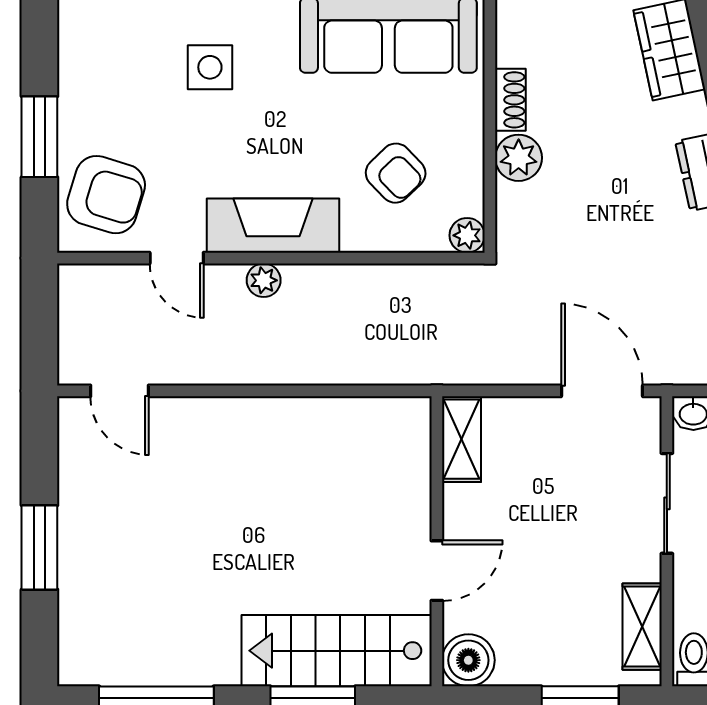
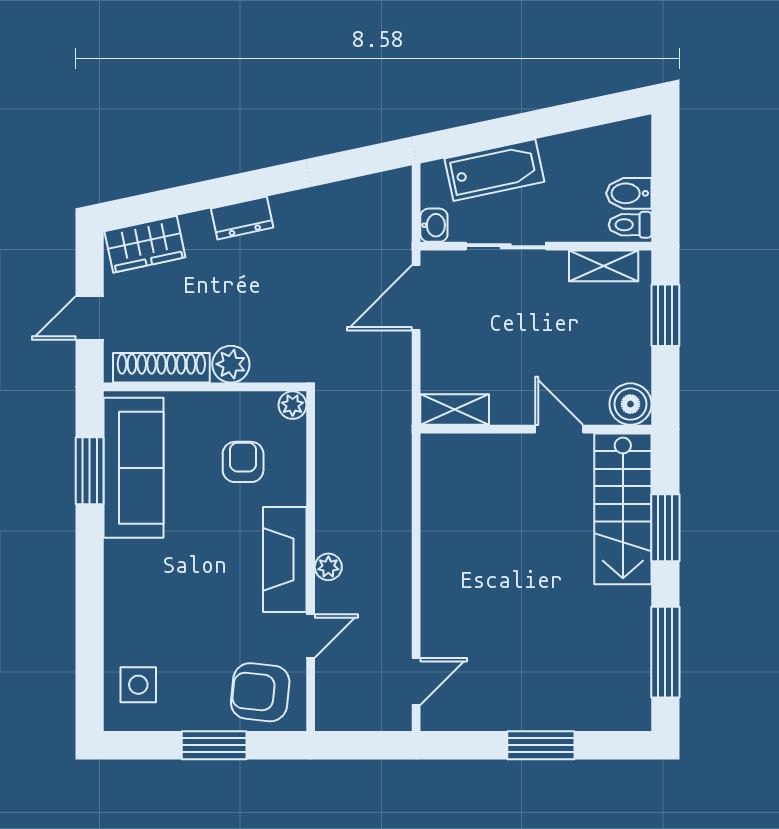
side table: (210, 67) -> (138, 685), moved
shoe rack: (510, 100) -> (161, 368), width x1.94, depth x1.24
armchair: (396, 173) -> (243, 462), turned -46
armchair: (106, 195) -> (260, 692), turned -101

